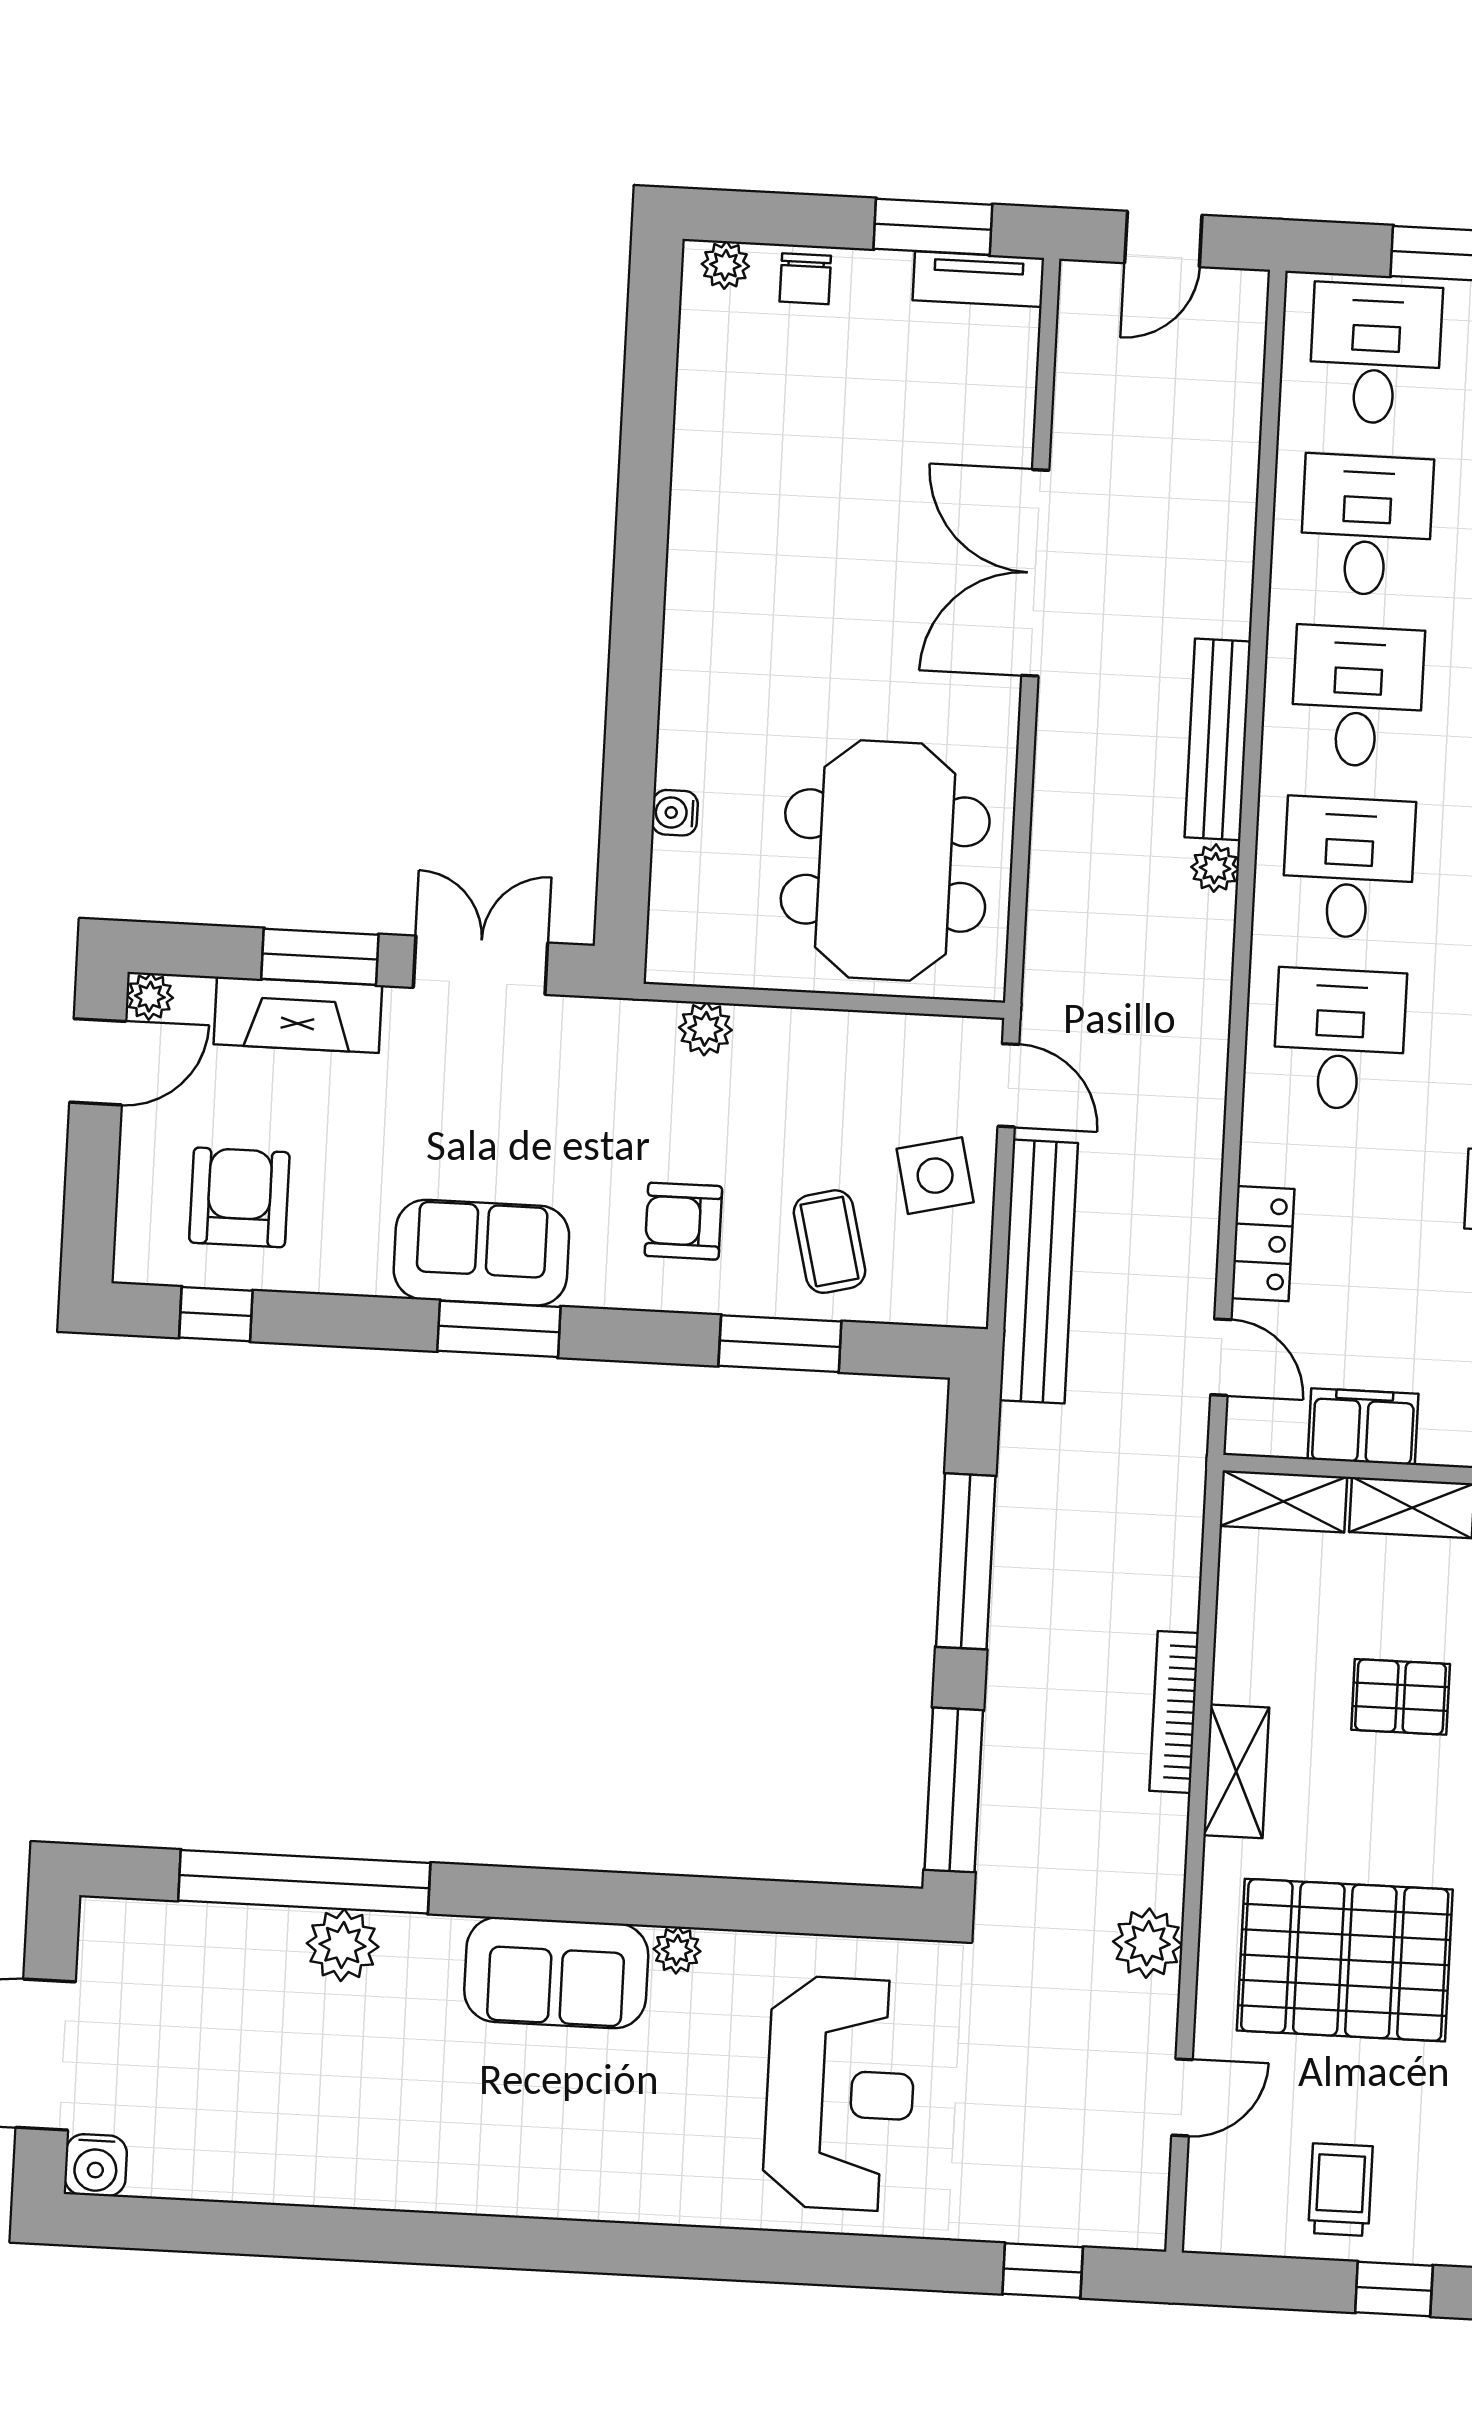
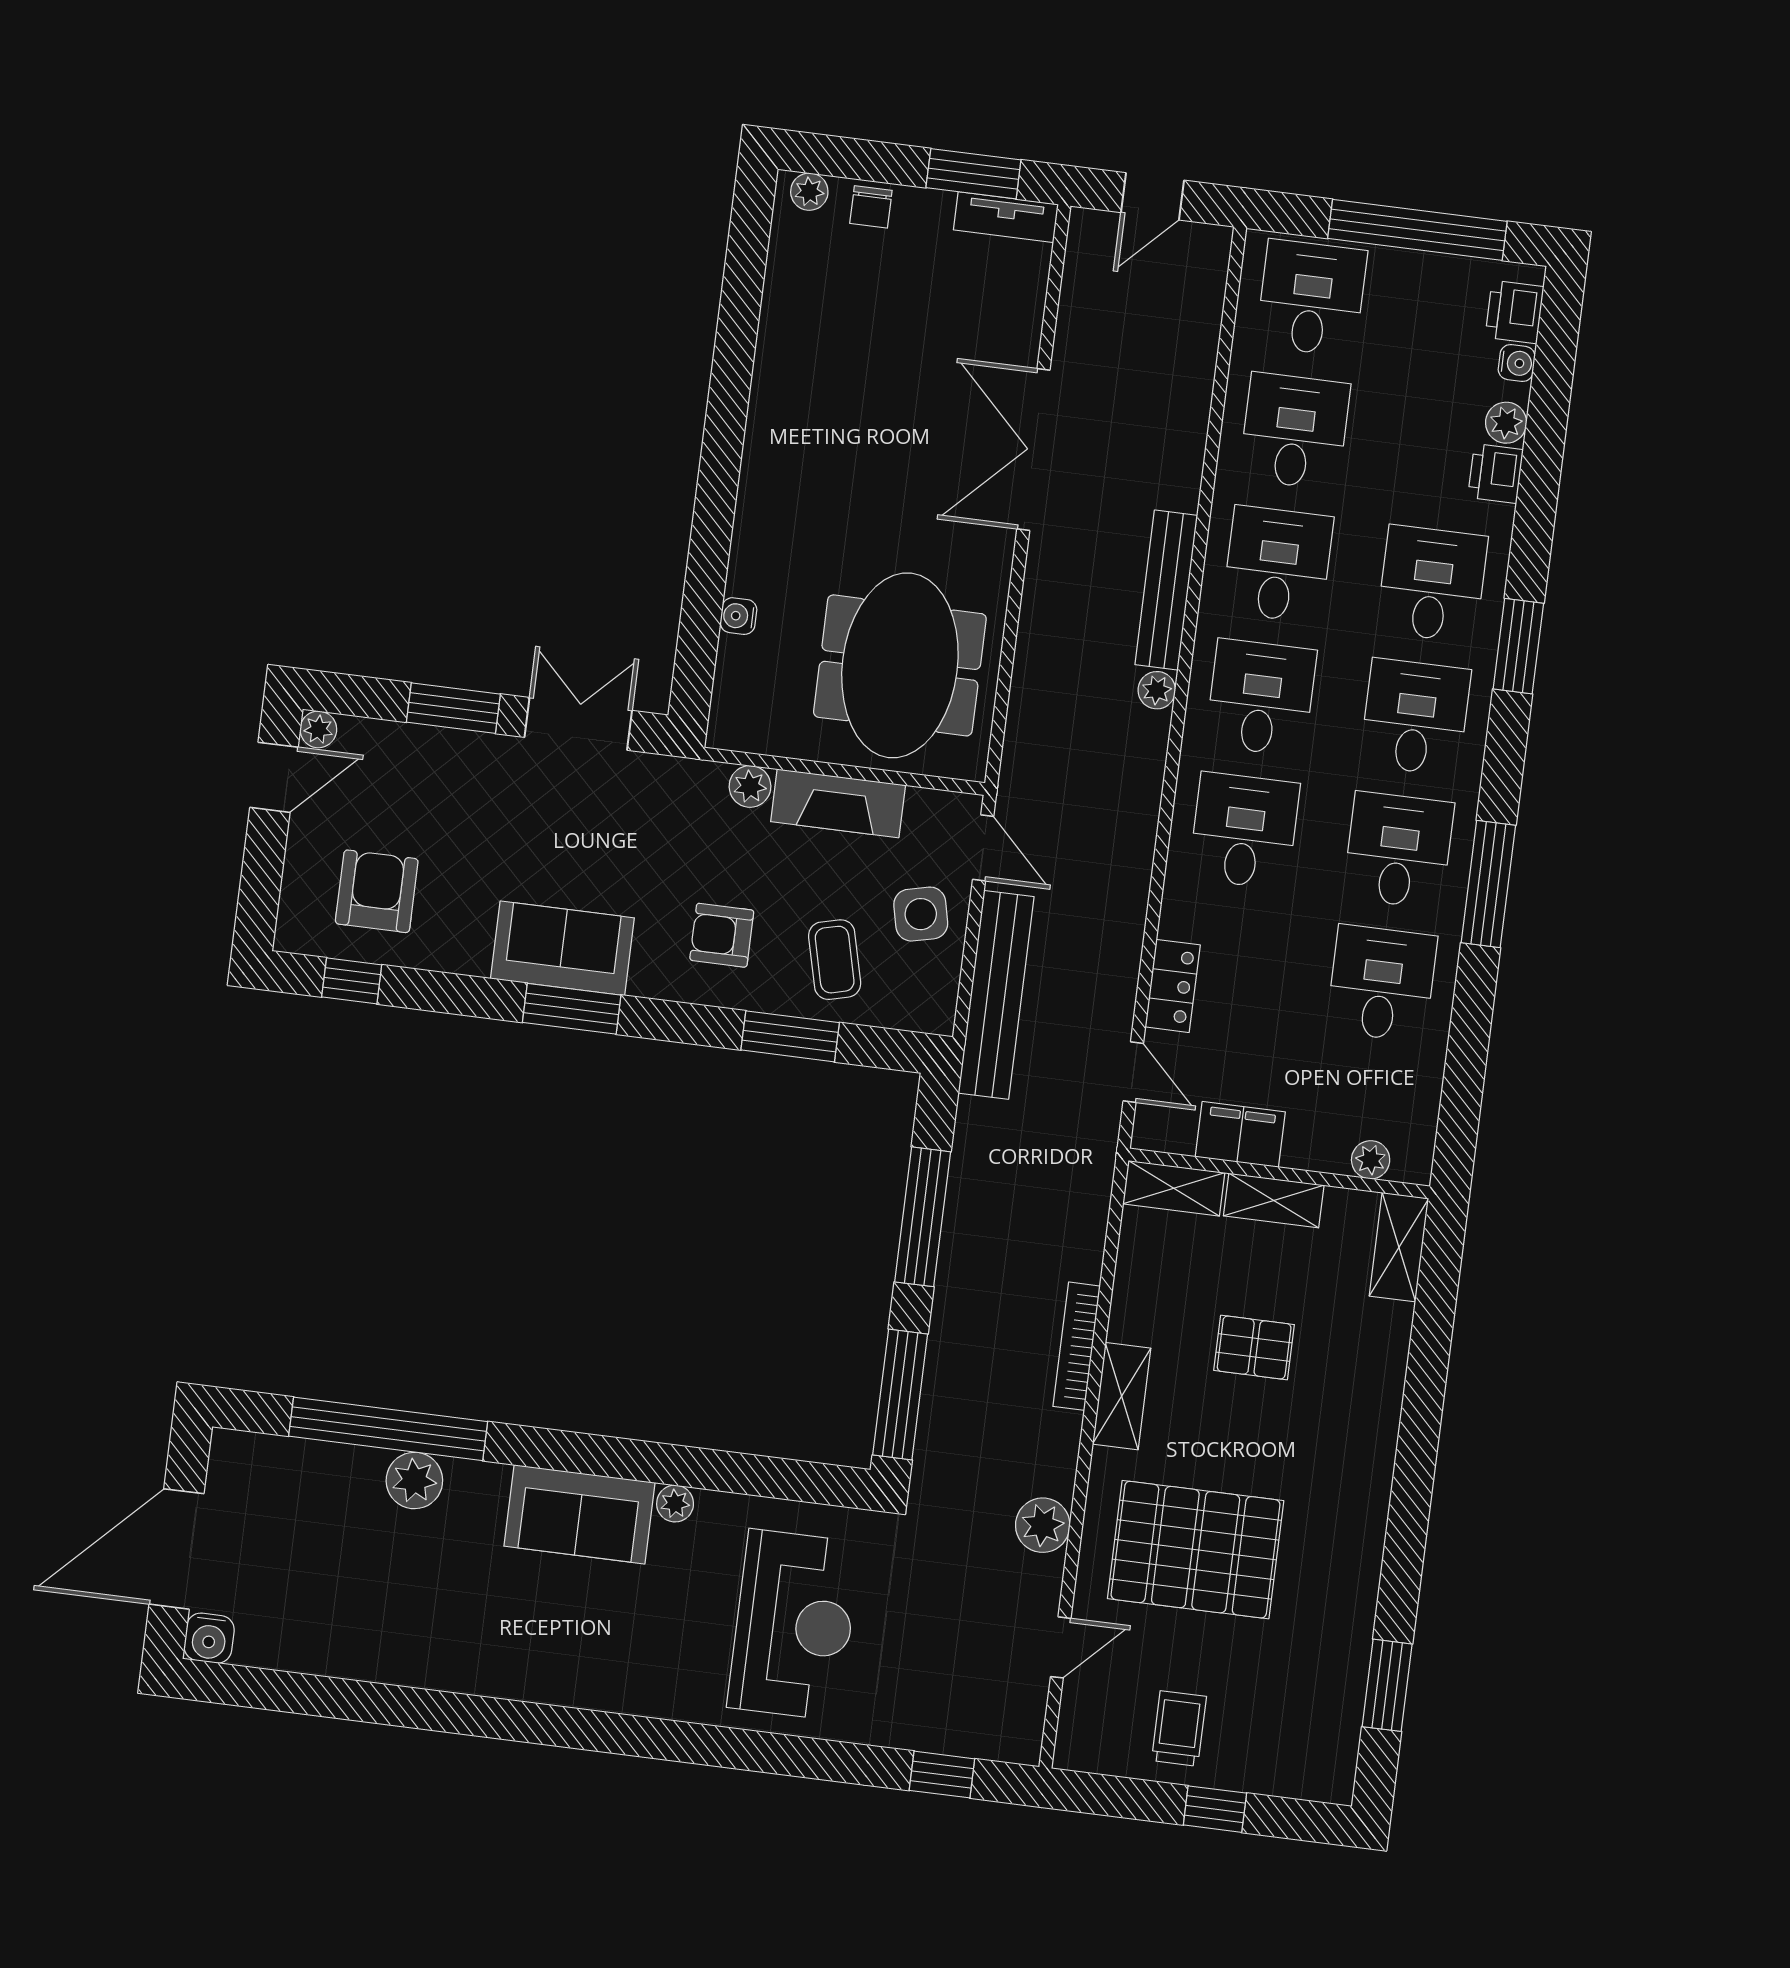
fireplace: (298, 1015) -> (838, 803), moved

